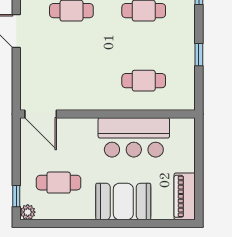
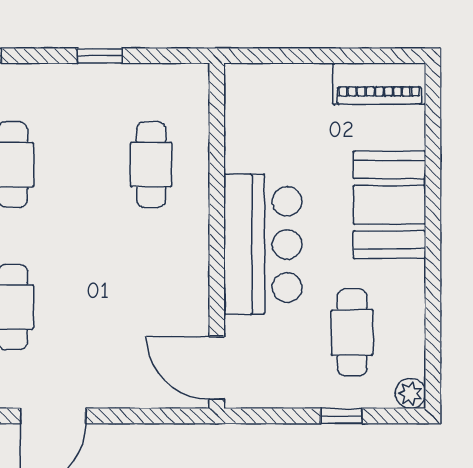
door: (41, 114) -> (217, 368), swing flipped
bar counter: (134, 137) -> (263, 244), moved
window: (16, 196) -> (341, 416), moved

